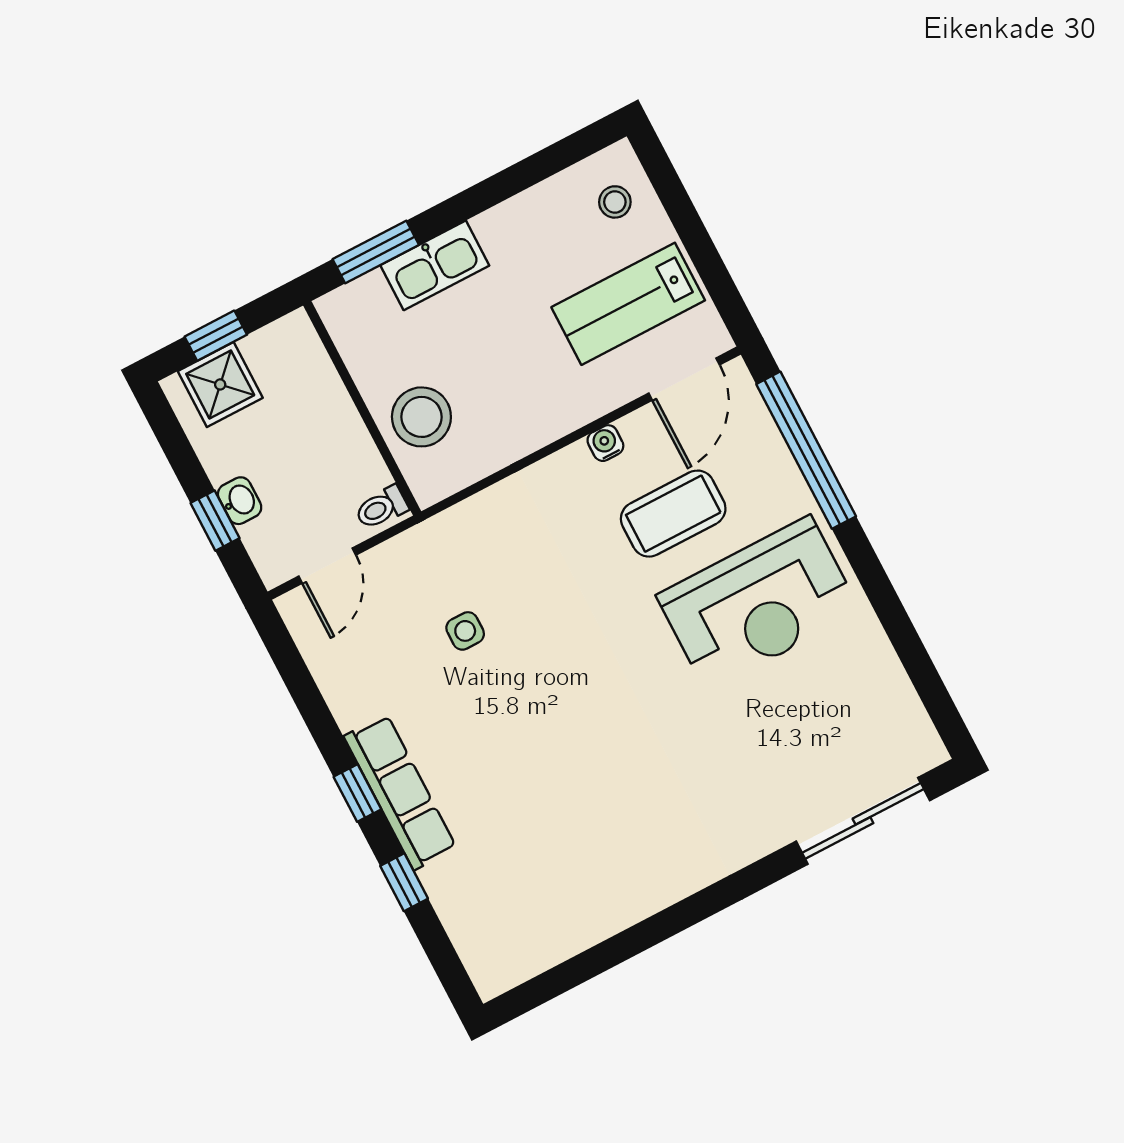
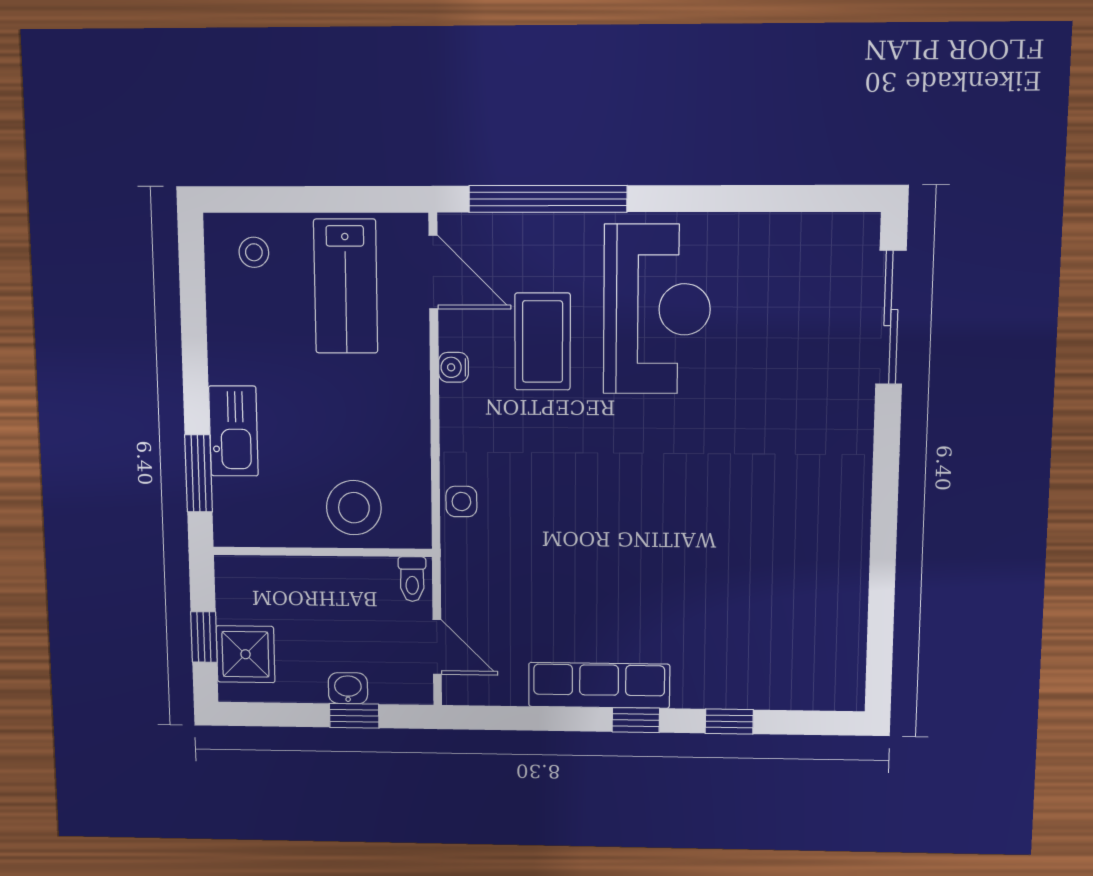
side table: (465, 631) -> (461, 502), moved
row of seats: (400, 792) -> (599, 685), moved

